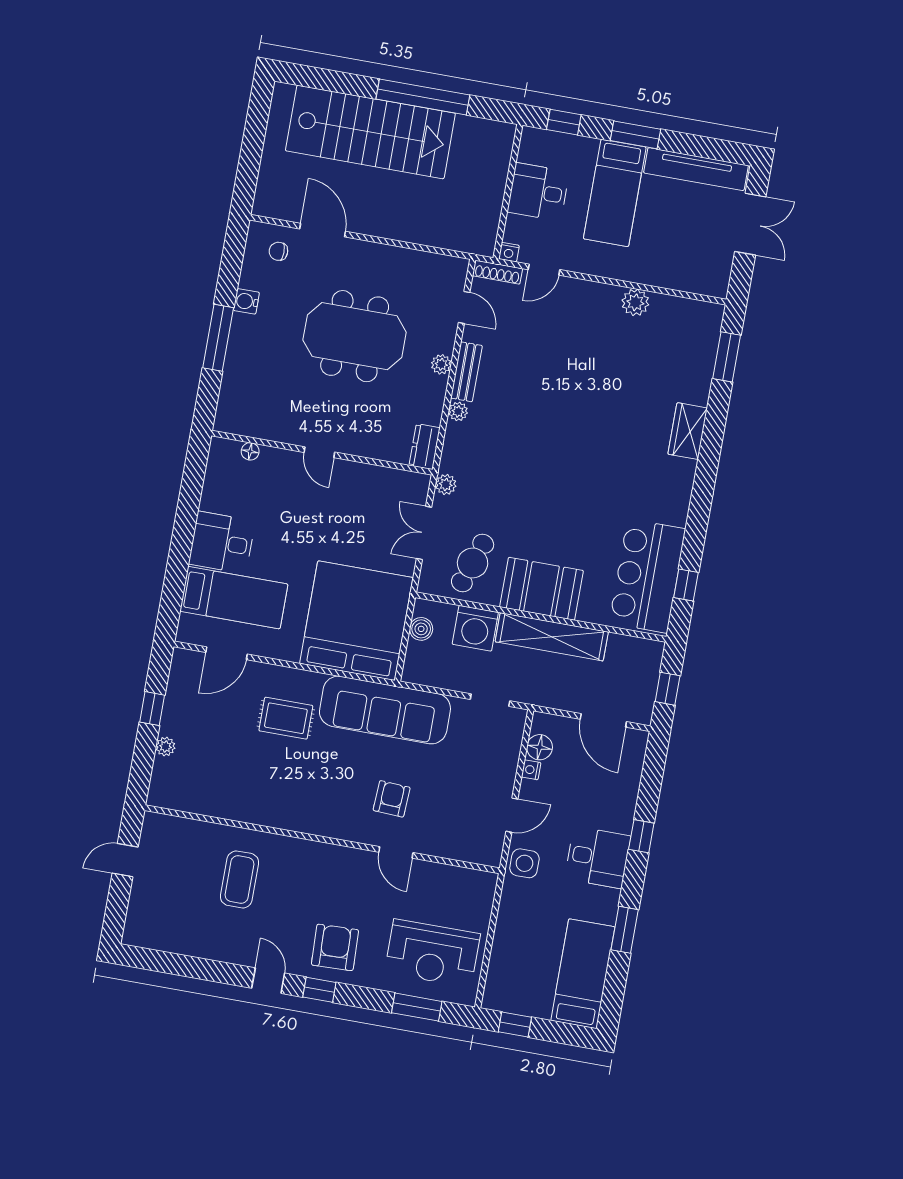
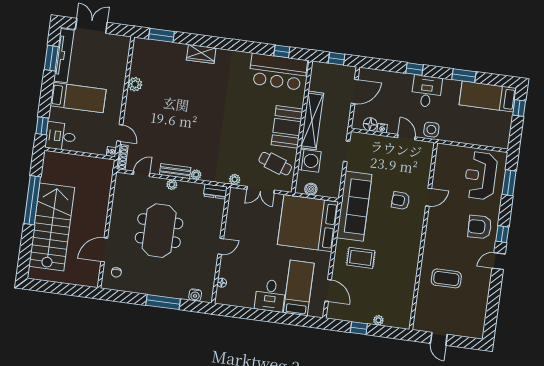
window: (635, 135) -> (51, 58), moved
desk: (538, 192) -> (61, 136), moved, turned 90
water cooler: (246, 301) -> (195, 295), moved
rug: (286, 718) -> (361, 258), turned 90
reception desk: (432, 953) -> (481, 176), turned 180
window: (515, 1025) -> (519, 108), moved

